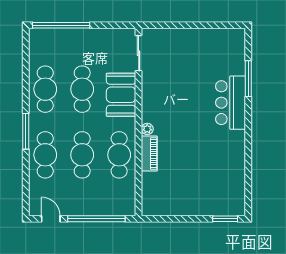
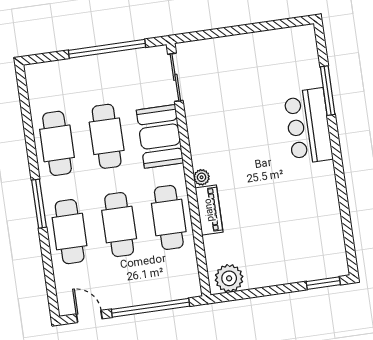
window: (61, 25) -> (107, 49), moved
plant: (157, 206) -> (229, 278), added

